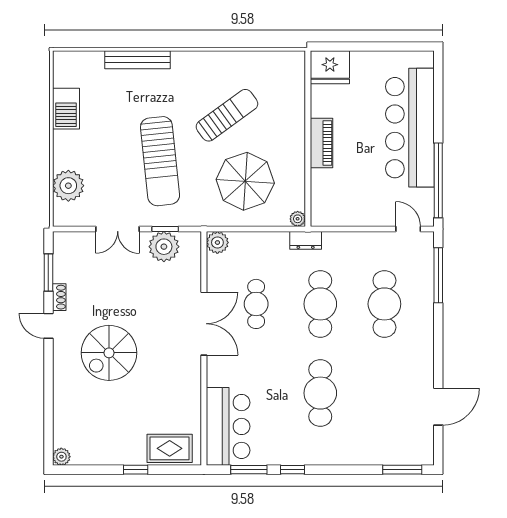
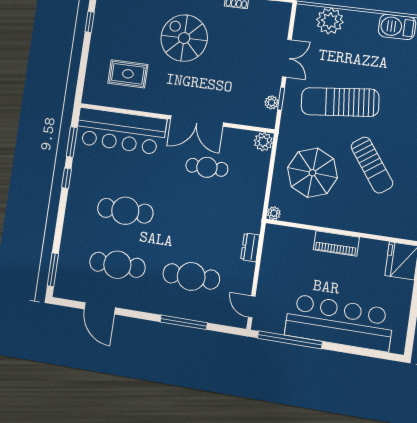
double door: (118, 229) -> (287, 58), swing flipped
door: (408, 229) -> (252, 307), swing flipped
dresser: (306, 240) -> (250, 247), moved
plant: (164, 247) -> (271, 102), width x0.53, depth x0.53
window: (438, 275) -> (184, 322), moved
cafe table: (320, 304) -> (117, 265), moved
bar counter: (228, 426) -> (121, 131), width x1.36
rug: (170, 448) -> (128, 74), moved, turned 90
window: (136, 470) -> (90, 22), moved

